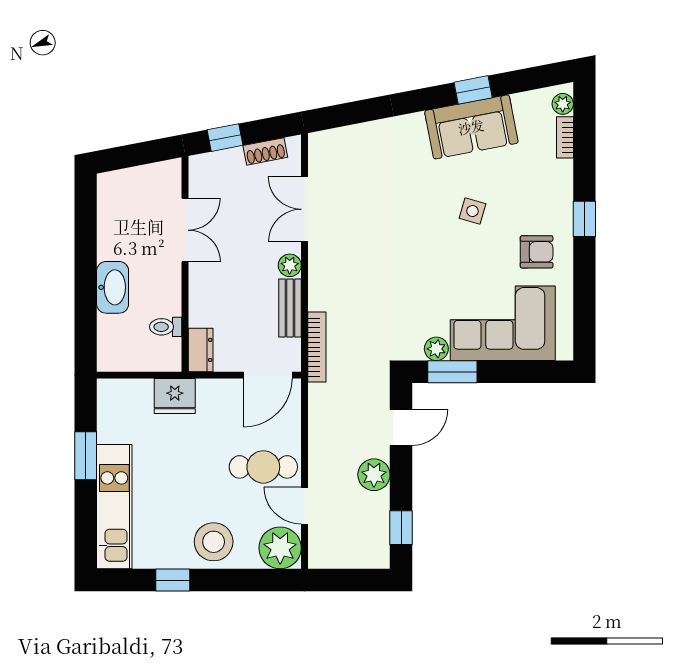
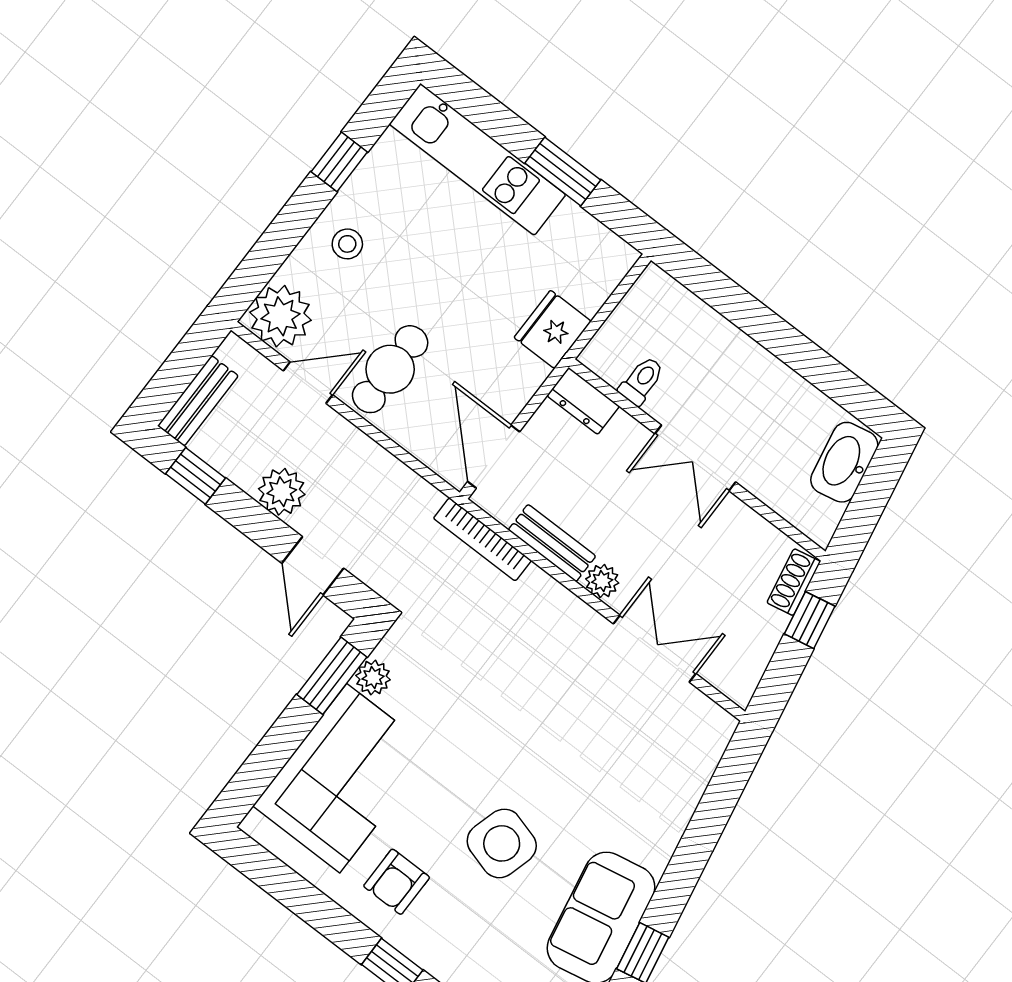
shoe rack: (265, 151) -> (794, 582), moved
side table: (472, 211) -> (502, 843), width x1.87, depth x1.87
double door: (185, 230) -> (695, 458), moved
washbasin: (113, 287) -> (844, 462), moved, turned 79
stool: (214, 542) -> (347, 244), width x0.53, depth x0.53
bench: (360, 557) -> (198, 401), added

